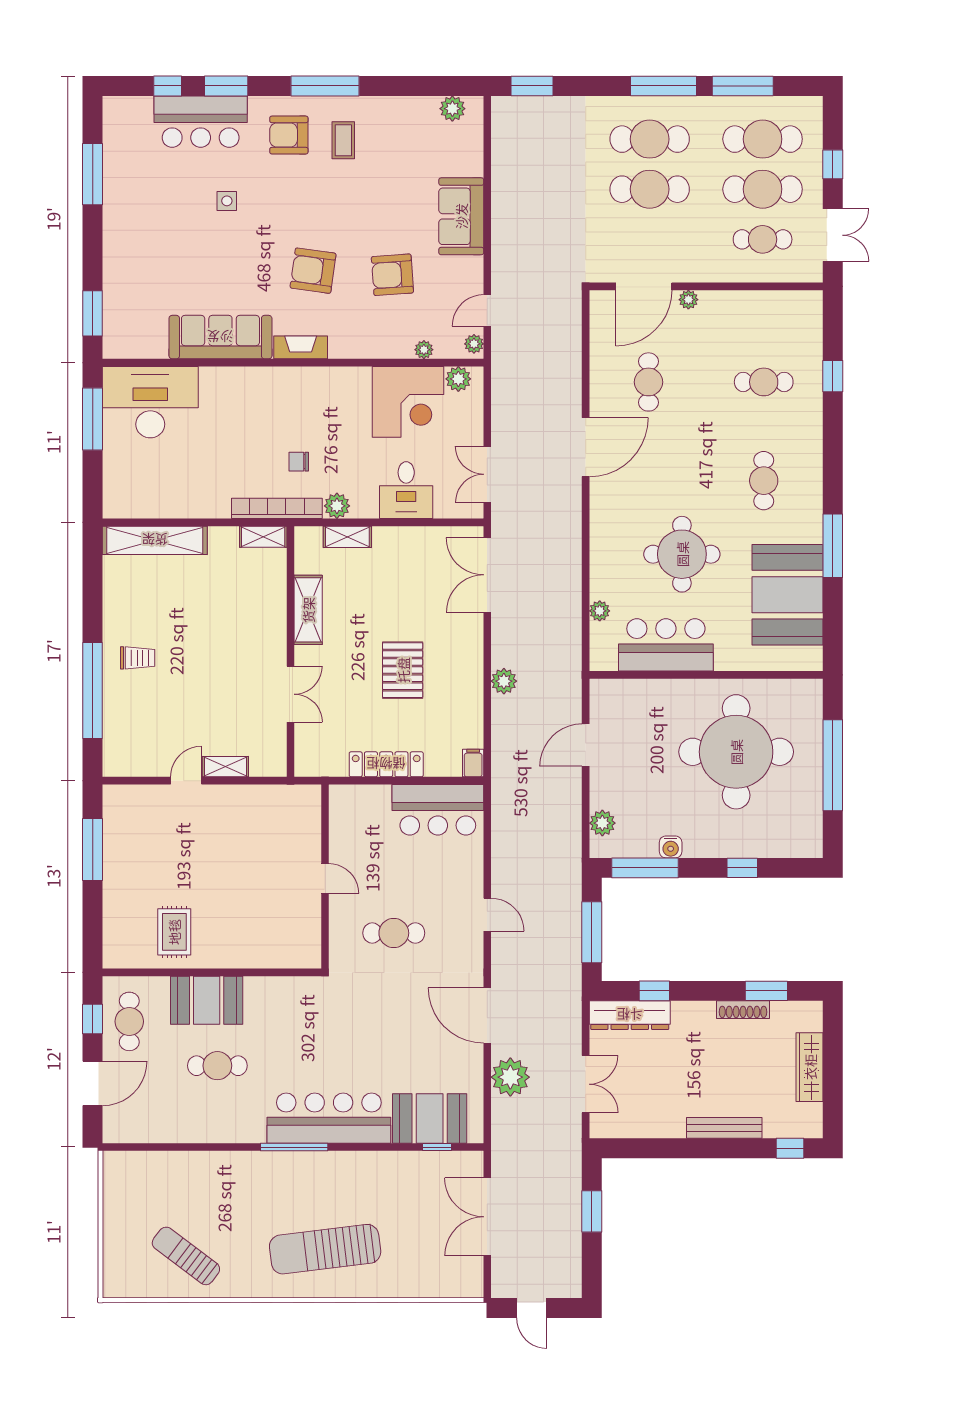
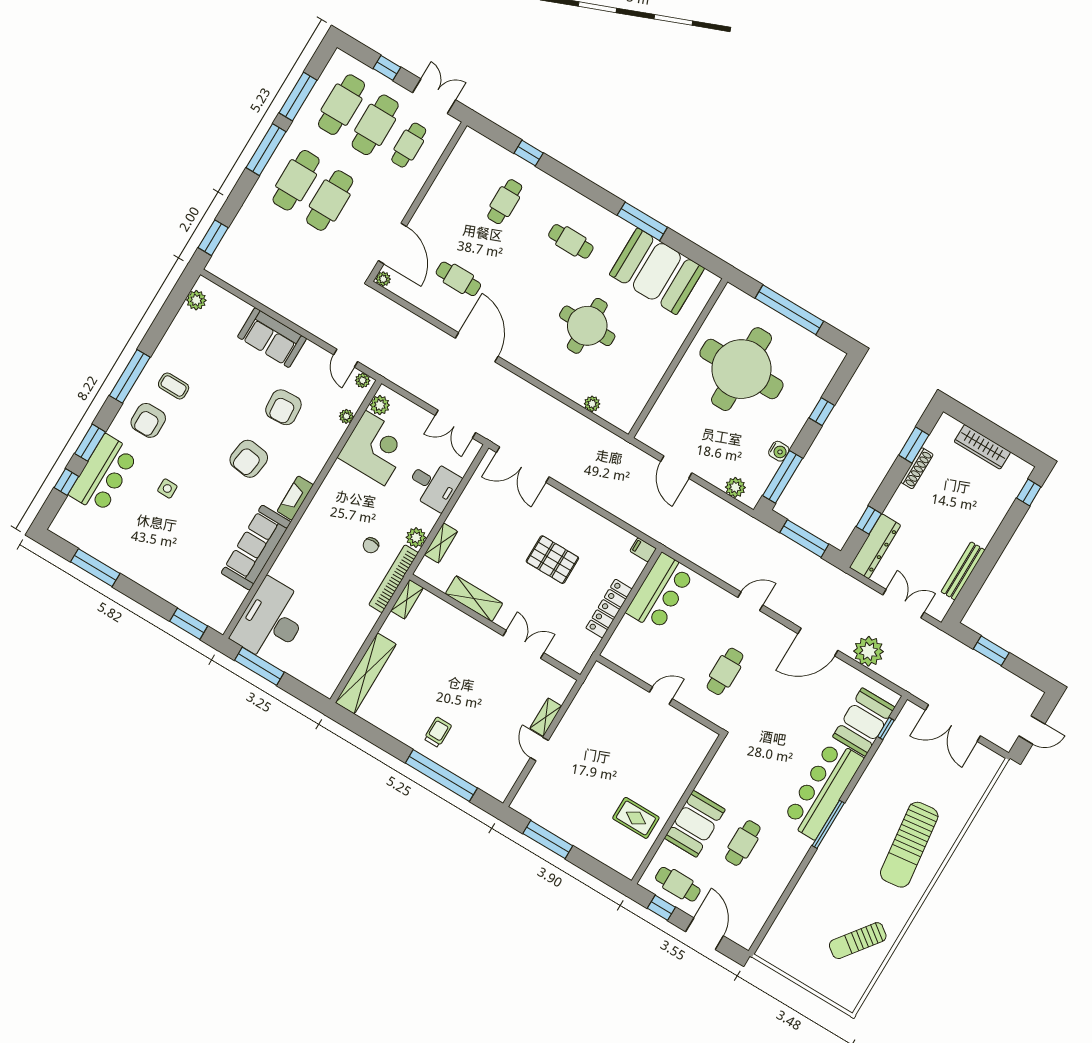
plant: (688, 300) -> (383, 279), moved
bar counter: (666, 645) -> (642, 373), removed
plant: (504, 681) -> (601, 496), removed
bench: (724, 1128) -> (963, 571), moved

